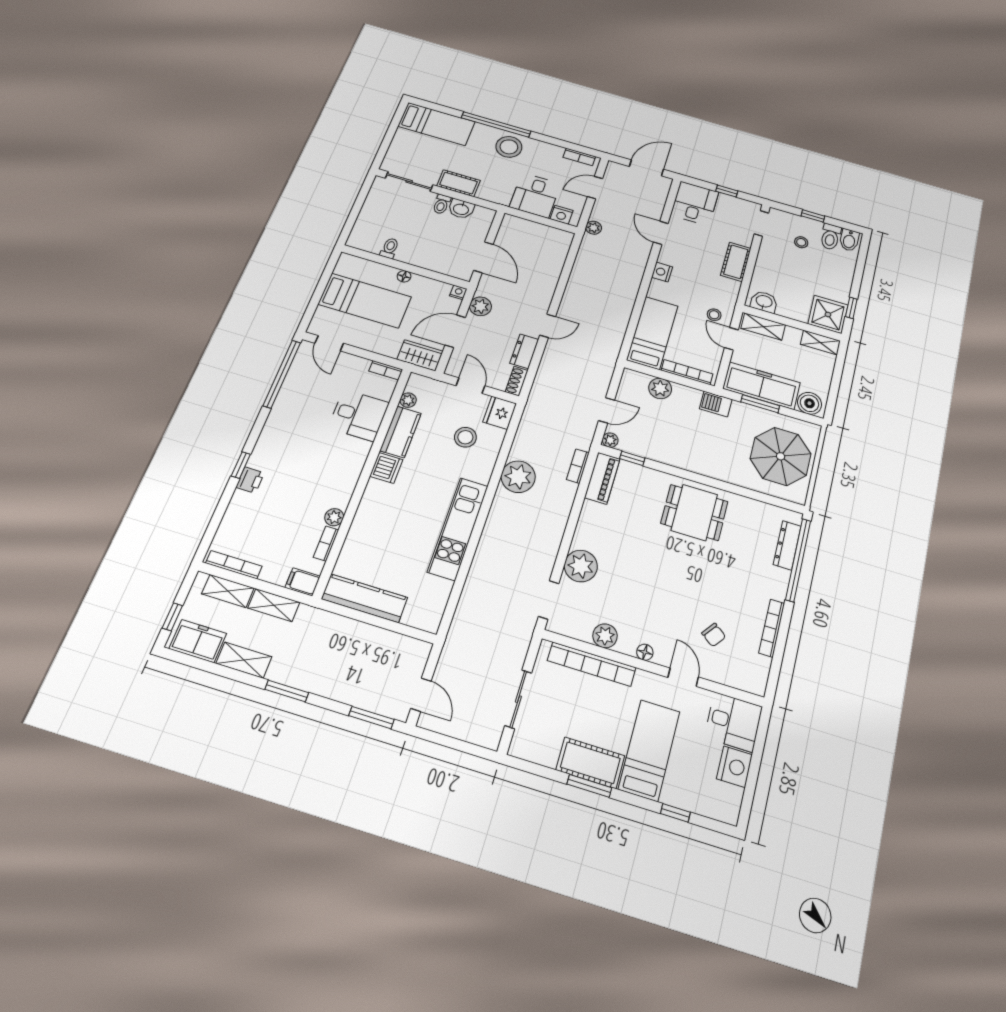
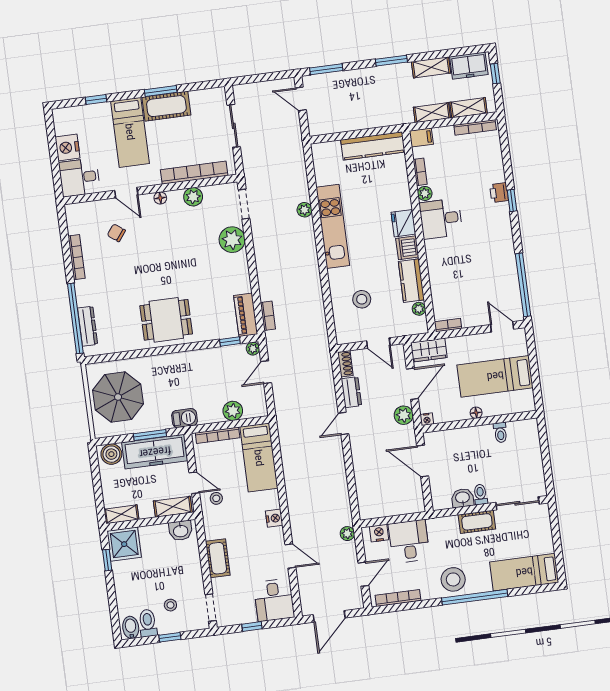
bookcase: (579, 157) -> (398, 598), width x1.56
fridge: (500, 413) -> (403, 223), moved, turned 180
desk: (359, 415) -> (441, 219), moved
plant: (518, 477) -> (304, 210), moved, width x0.53, depth x0.53

